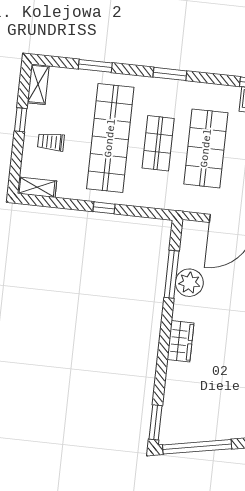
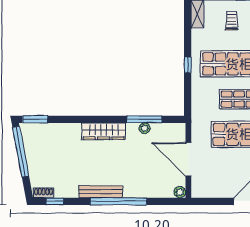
plant: (189, 283) -> (145, 128), width x0.53, depth x0.53
wardrobe: (180, 341) -> (104, 131), width x1.50

